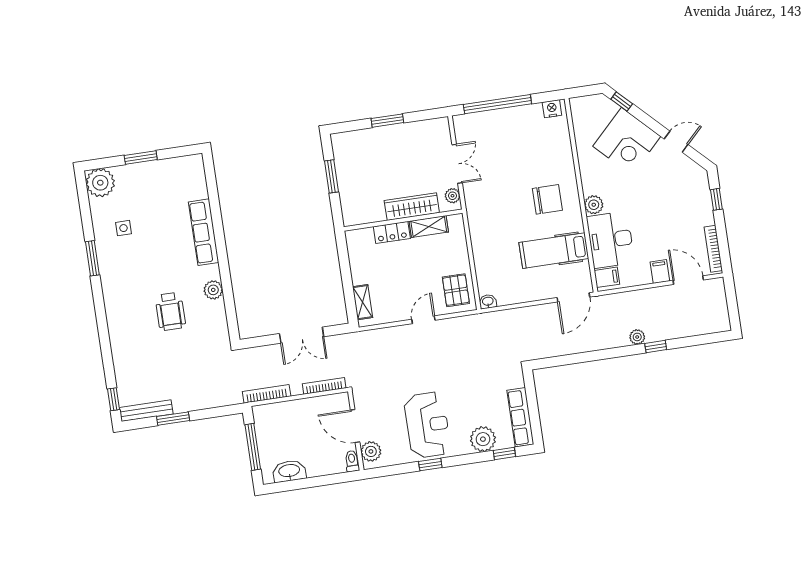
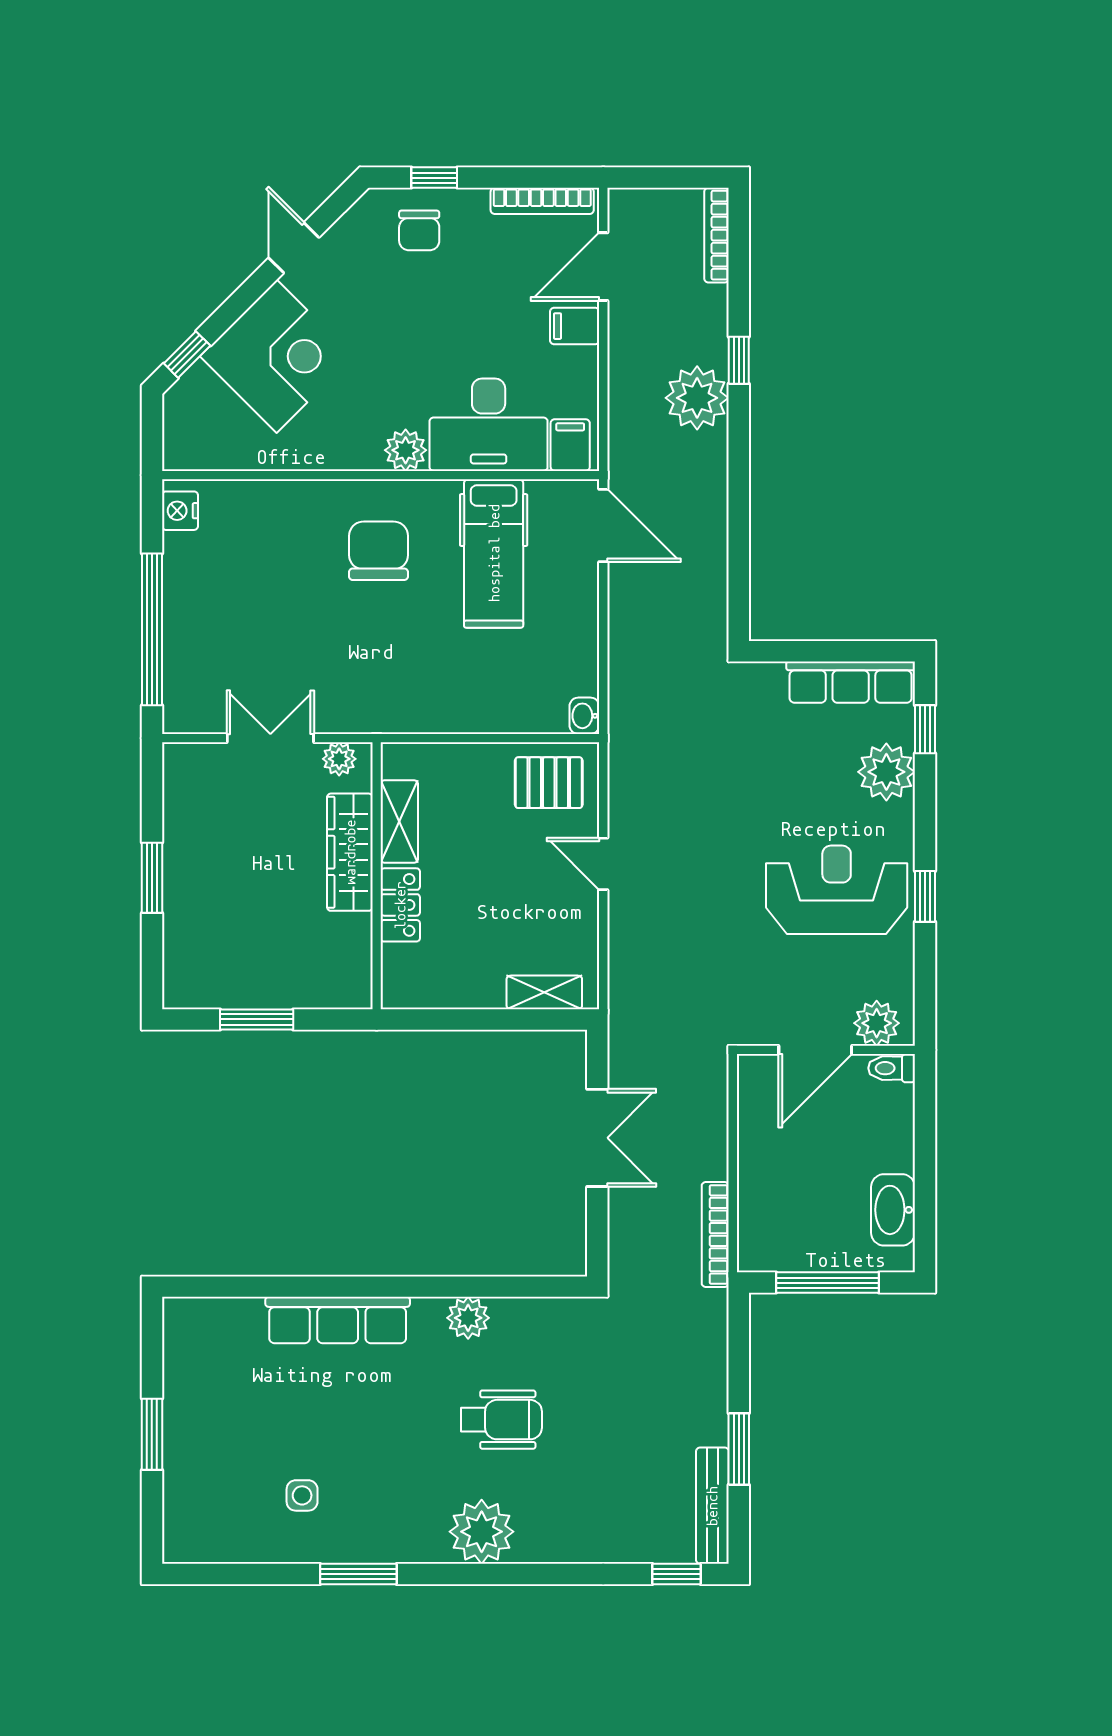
plant: (100, 183) -> (482, 1532), moved
chair: (692, 196) -> (419, 230), added
plant: (637, 337) -> (697, 398), width x1.88, depth x1.88
bookcase: (324, 386) -> (717, 235), moved

